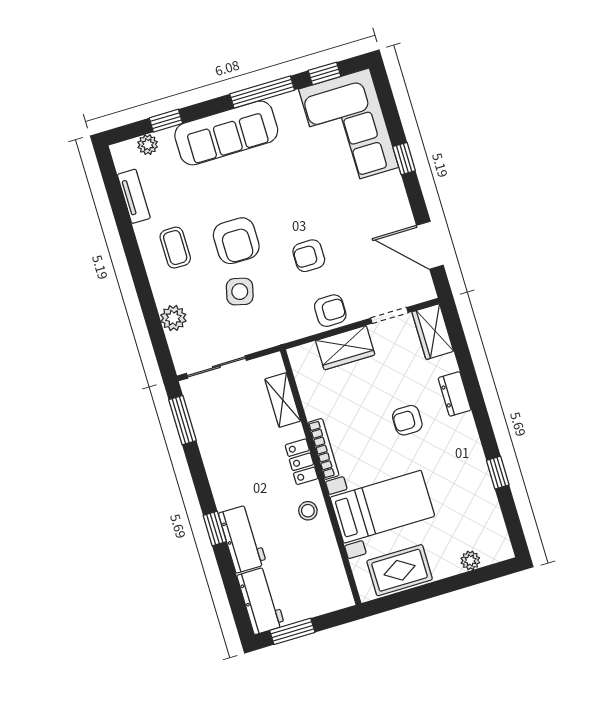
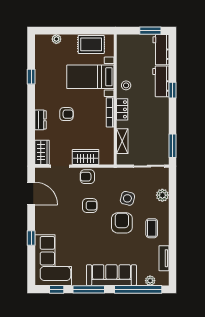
window: (166, 121) -> (138, 289), width x3.17

